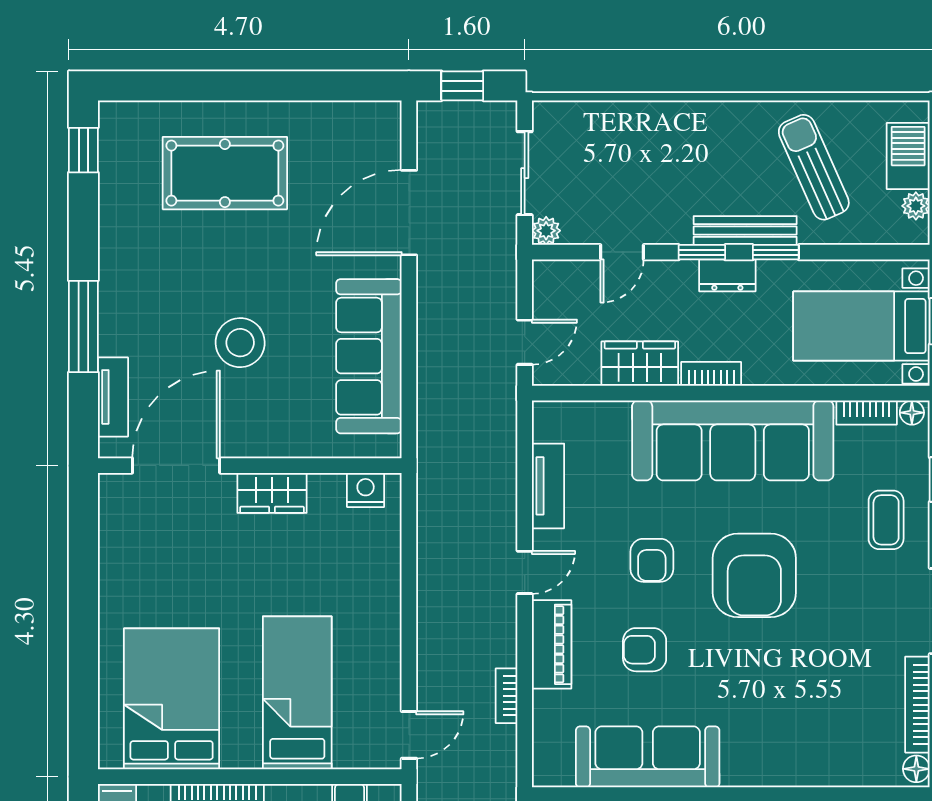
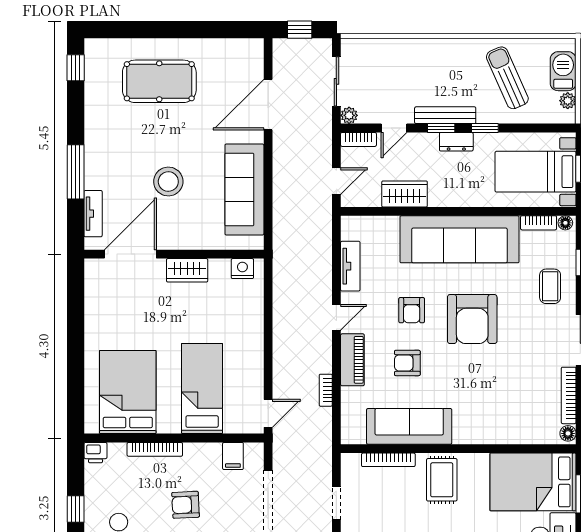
bench: (745, 231) -> (445, 115), moved
bookcase: (711, 374) -> (358, 139), moved, turned 180

